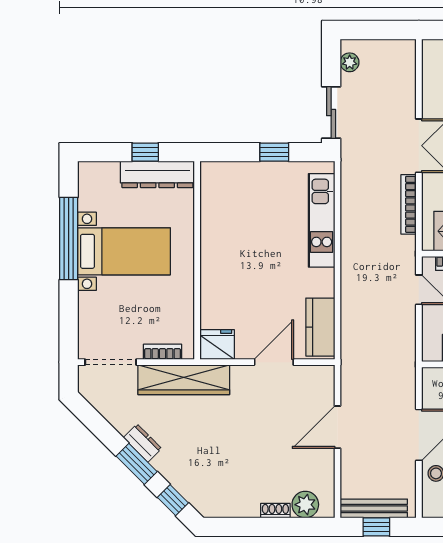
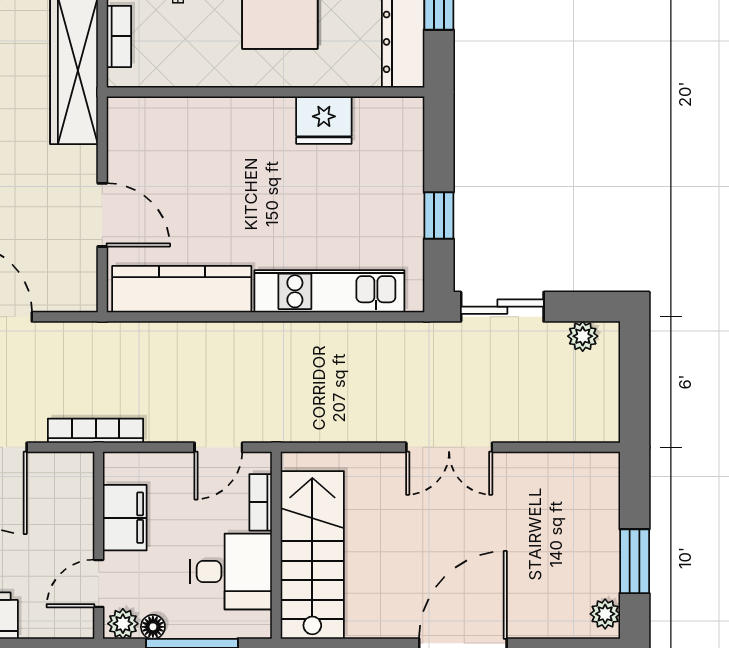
bookcase: (409, 204) -> (96, 431), moved
kitchen counter: (320, 327) -> (182, 289), width x1.50
fridge: (217, 345) -> (324, 120), moved, turned 90

